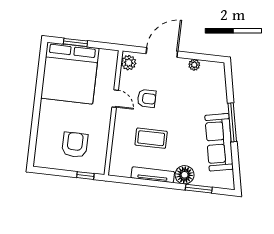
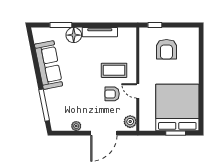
window: (232, 122) -> (44, 105), moved
coffee table: (151, 138) -> (114, 70), moved

